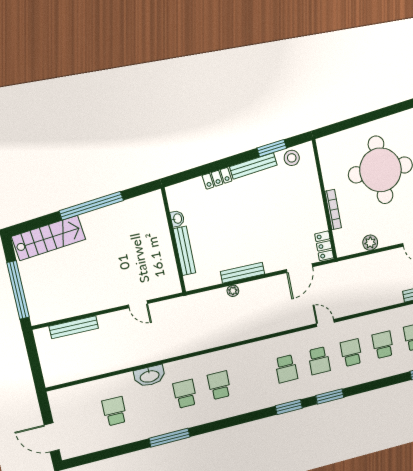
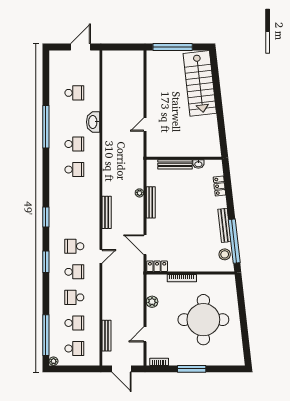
window: (272, 148) -> (234, 241), width x2.11
locker: (217, 178) -> (219, 186), moved
window: (91, 206) -> (219, 107), removed
stairs: (49, 238) -> (200, 83), width x1.36, depth x1.51
bench: (74, 327) -> (107, 212), moved
school desk: (383, 345) -> (74, 297), turned 180
school desk: (286, 369) -> (74, 221), removed
window: (330, 396) -> (46, 262), moved
door: (52, 437) -> (80, 47), moved
window: (170, 438) -> (46, 127), width x1.46

